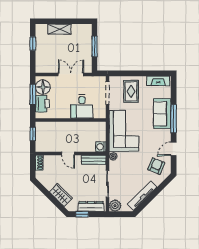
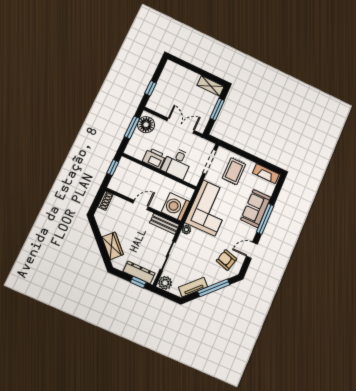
shelving: (59, 29) -> (211, 86), moved
window: (33, 43) -> (151, 88), moved
printer: (42, 104) -> (154, 158), moved, turned -90
washing machine: (101, 147) -> (176, 207), width x1.89, depth x1.89
door: (68, 153) -> (141, 205), swing flipped
armchair: (156, 166) -> (227, 260), turned -96
window: (156, 193) -> (214, 288), added
tv unit: (142, 196) -> (193, 287), width x0.71
window: (82, 214) -> (138, 282), moved

